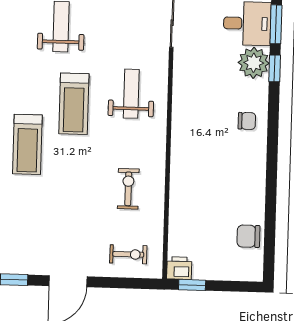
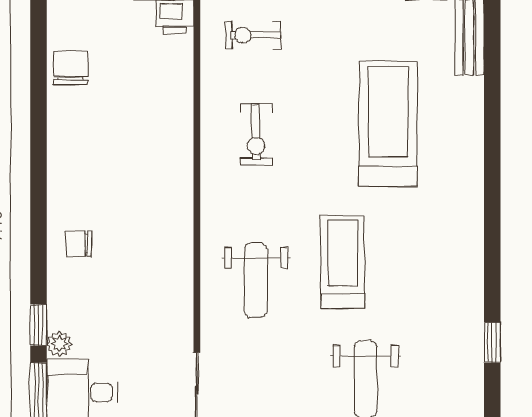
plant: (254, 63) -> (59, 344), width x0.53, depth x0.53
treadmill: (27, 144) -> (388, 124), moved, width x1.37, depth x1.38
chair: (248, 236) -> (71, 68), turned -90

